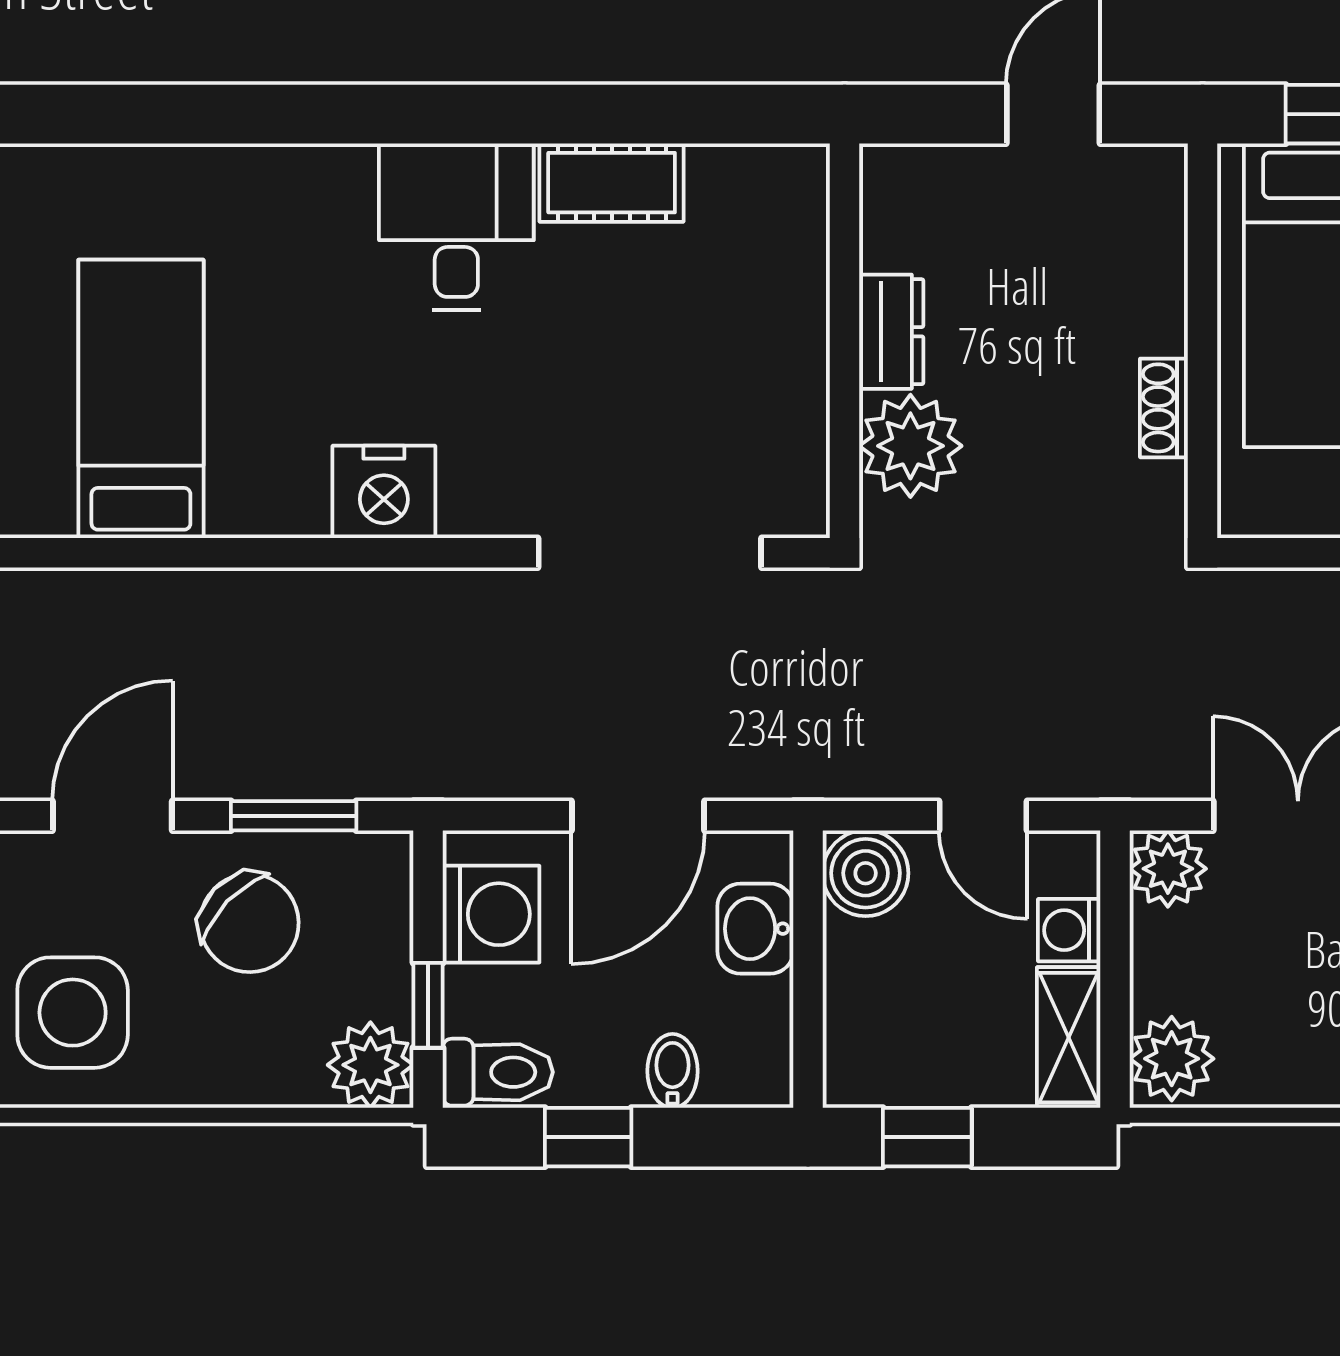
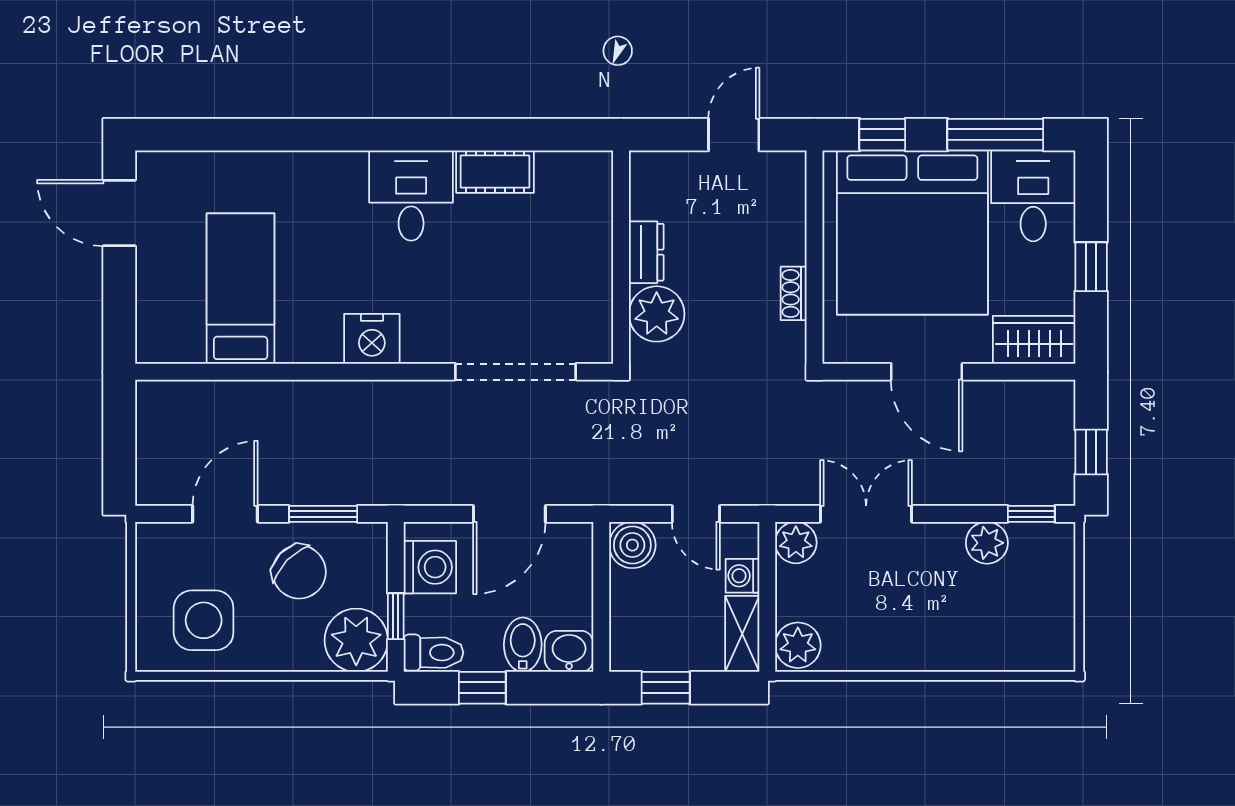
washbasin: (755, 929) -> (569, 651), moved, turned 90
plant: (370, 1065) -> (356, 640), width x1.36, depth x1.36
bidet: (672, 1071) -> (523, 645), width x1.38, depth x1.36

